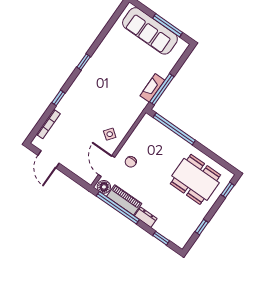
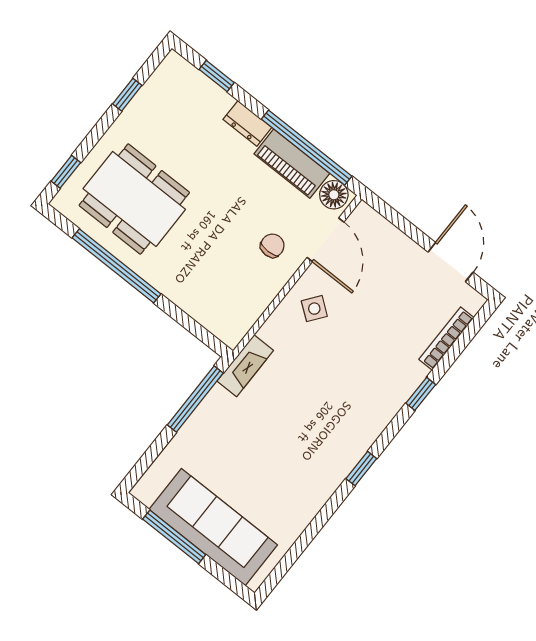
fireplace: (152, 88) -> (245, 366), moved
window: (174, 129) -> (117, 266), moved

